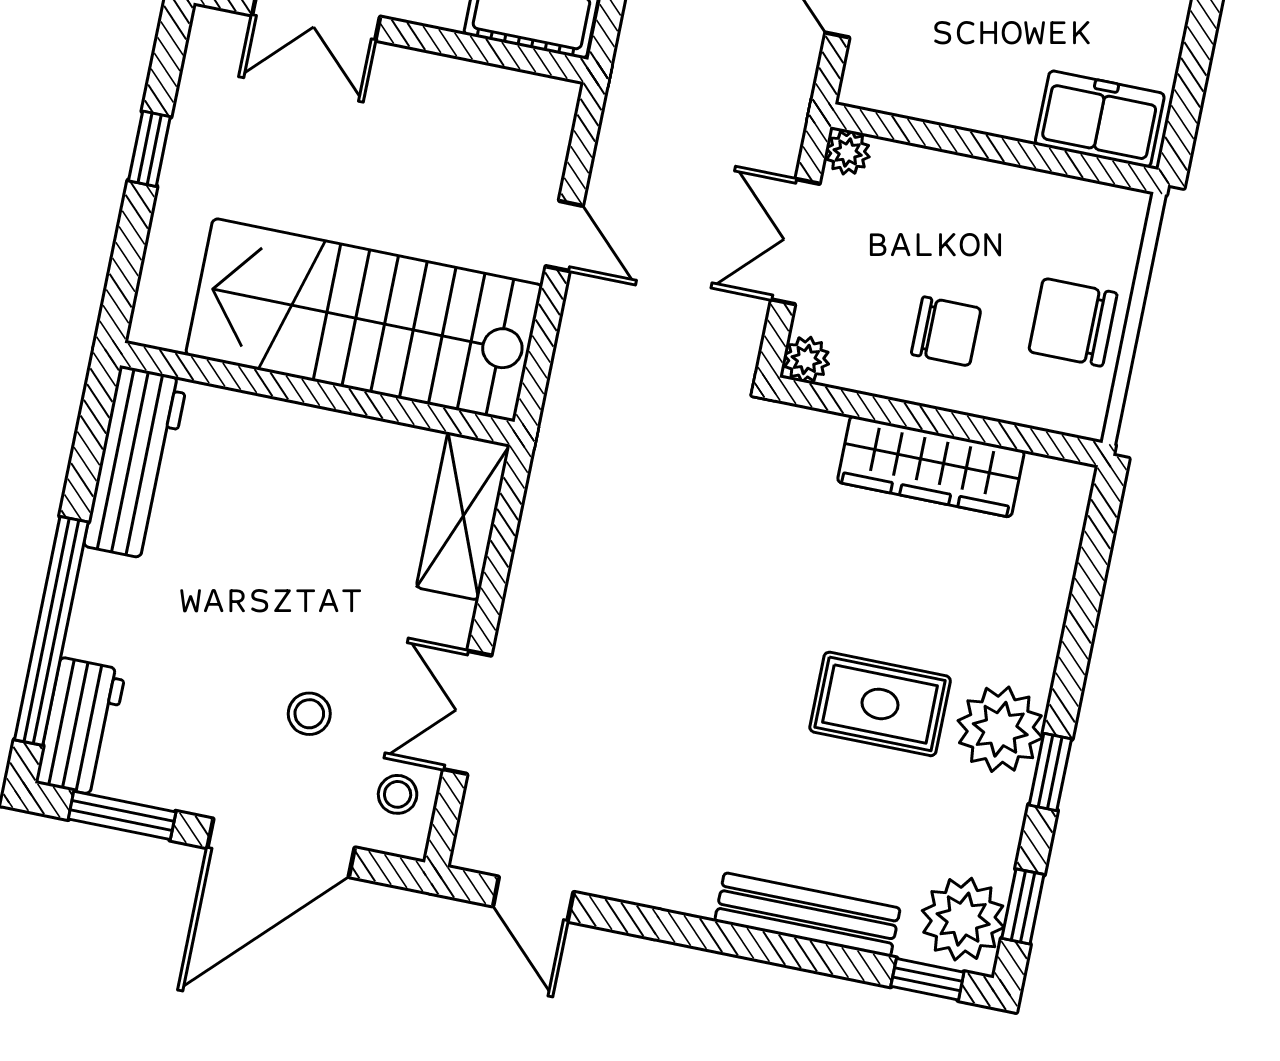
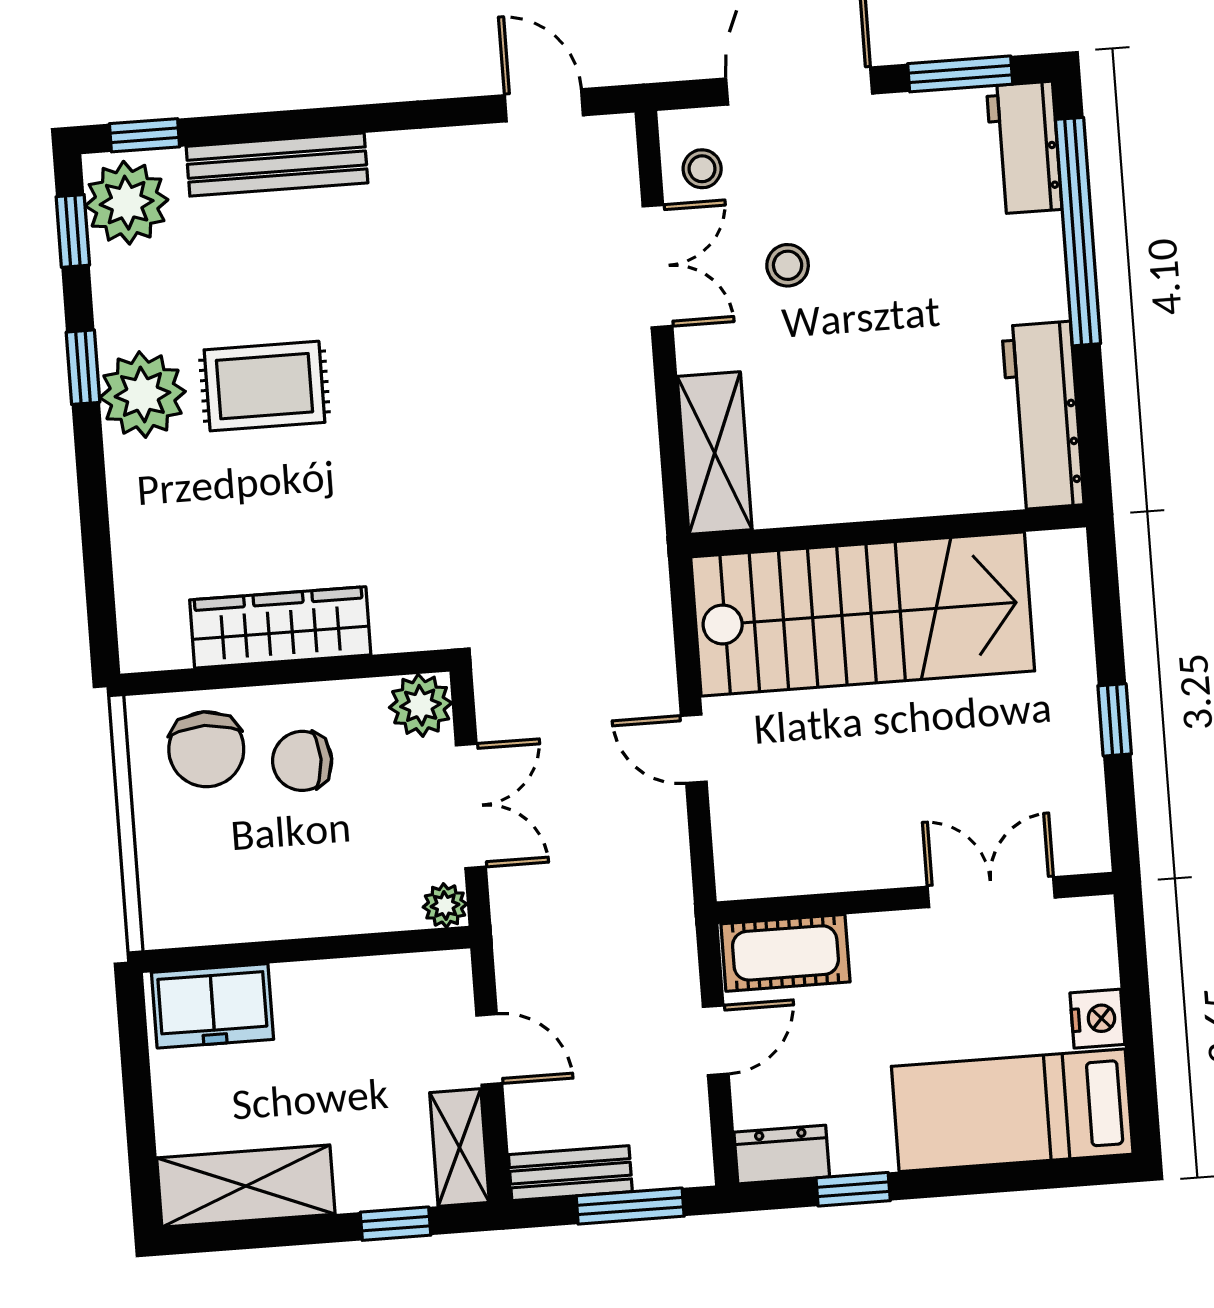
chair: (1073, 322) -> (206, 749), moved, turned 90
plant: (806, 359) -> (421, 705), width x1.38, depth x1.38
stool: (309, 714) -> (788, 265), moved

